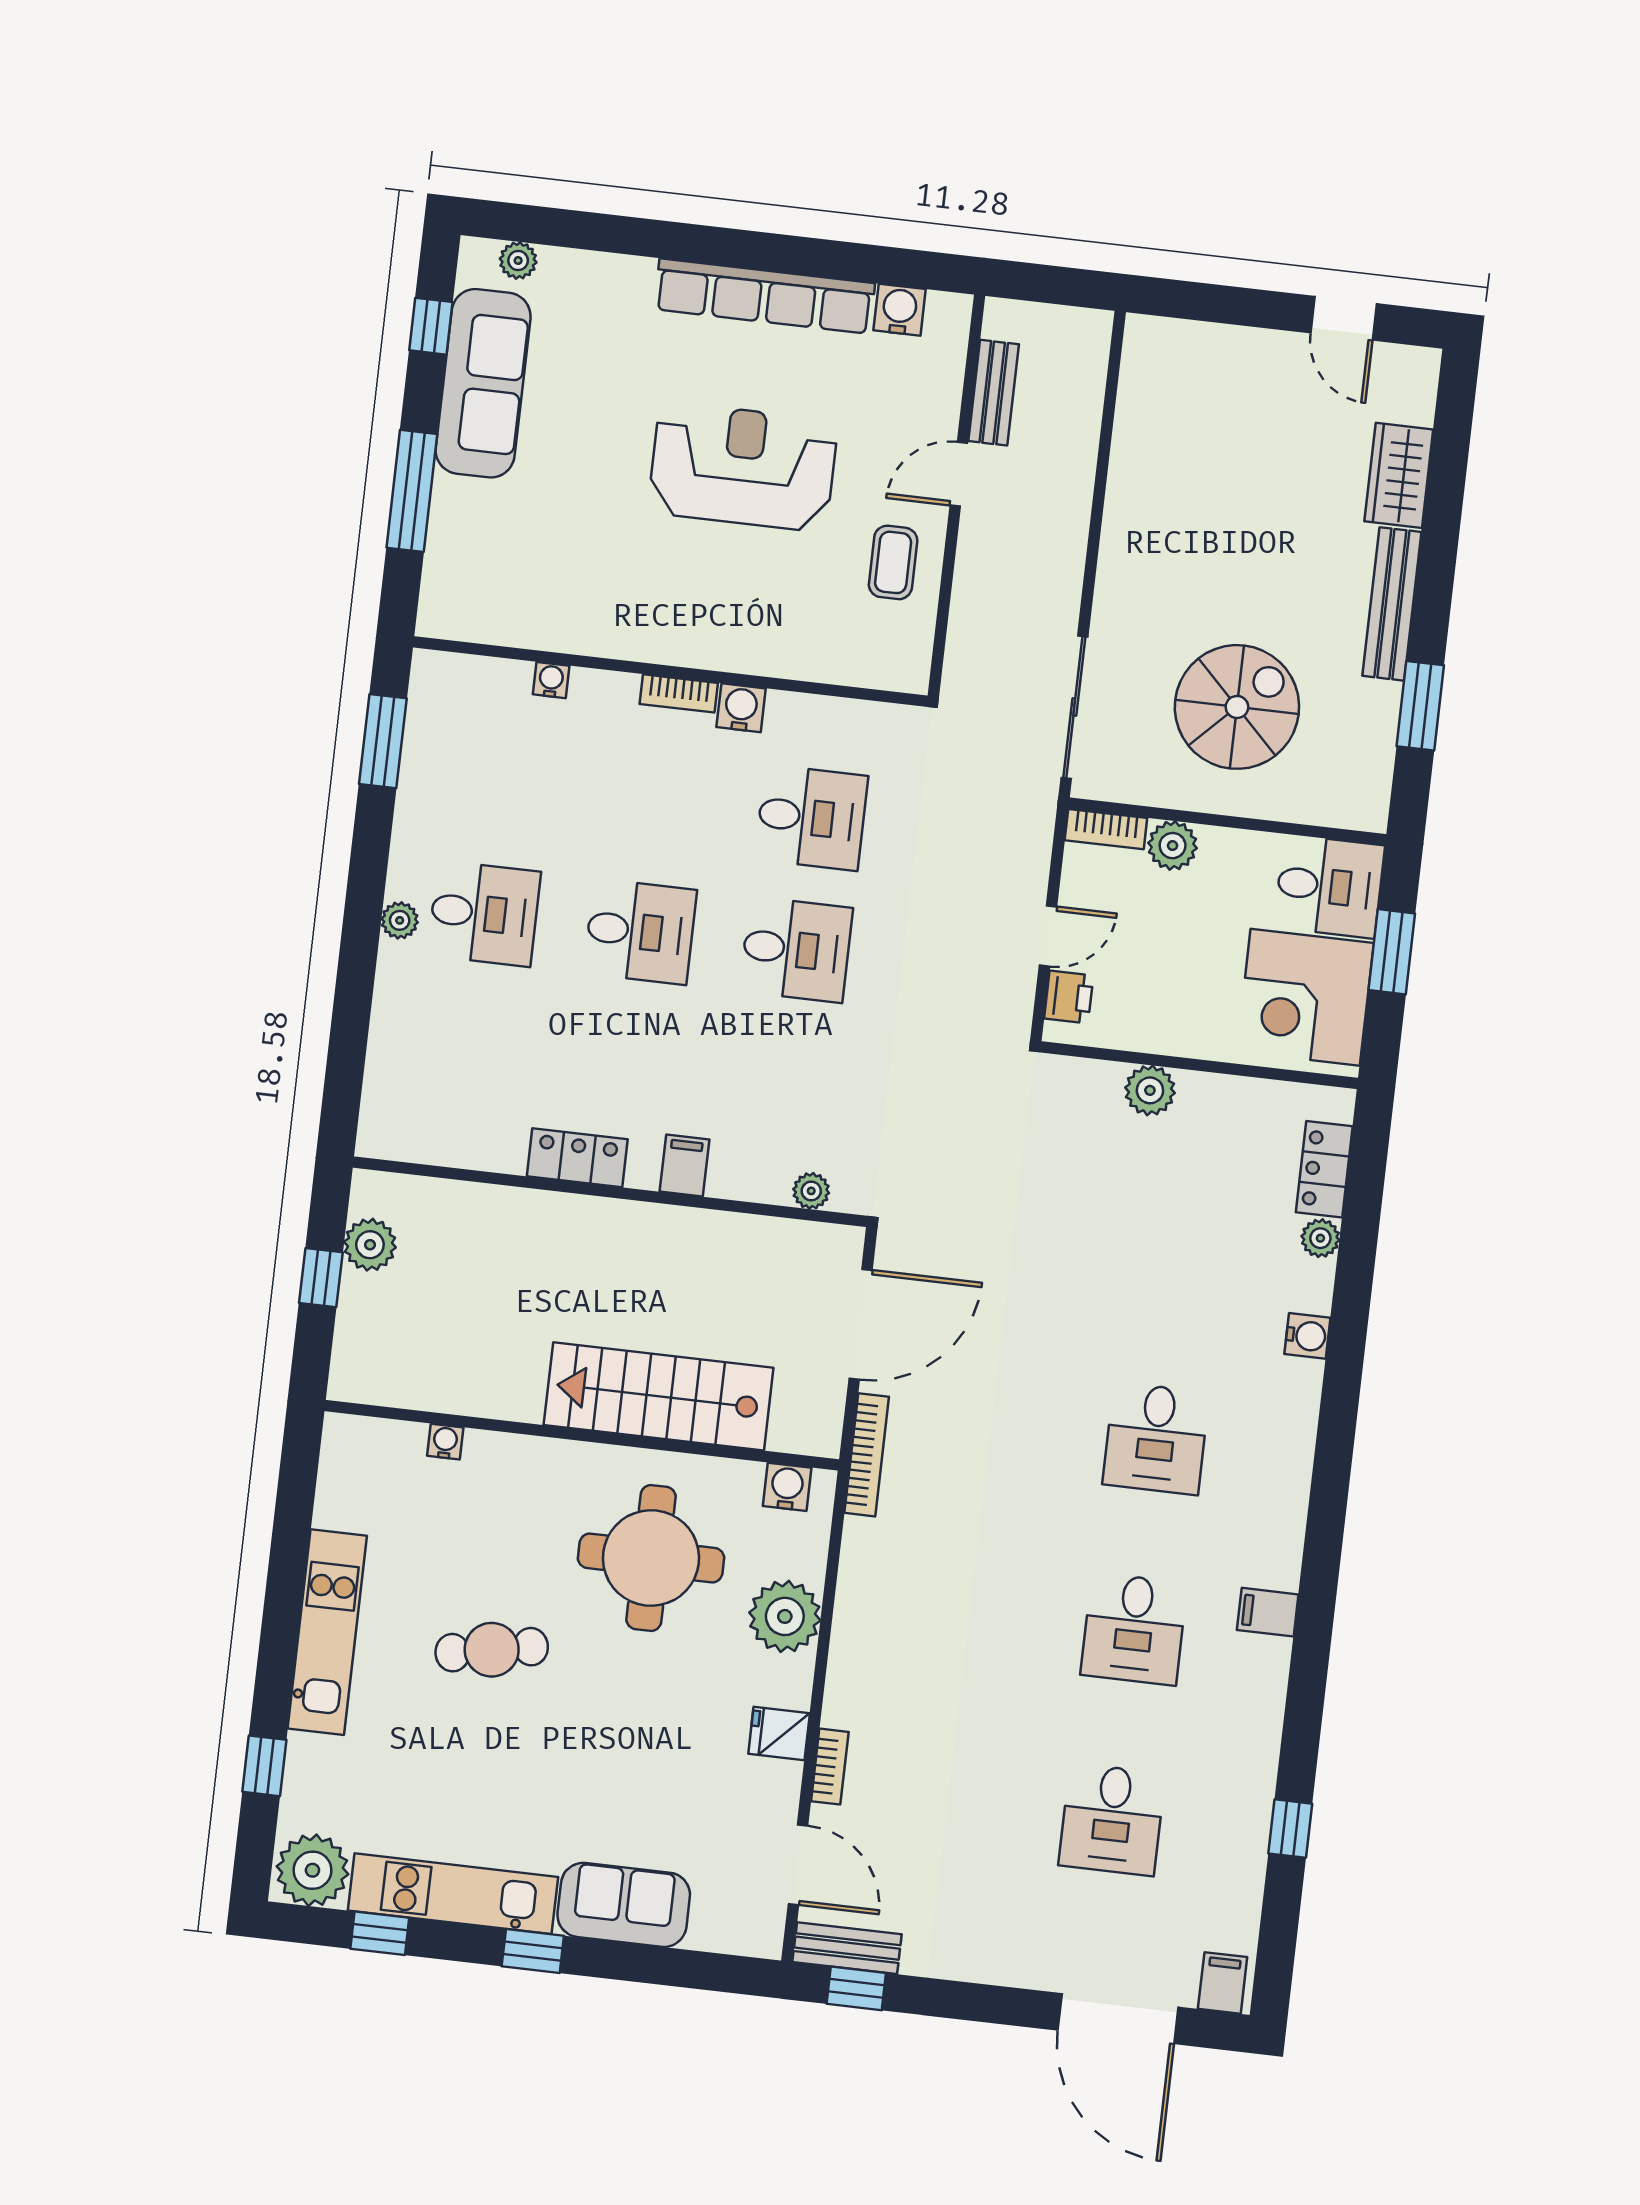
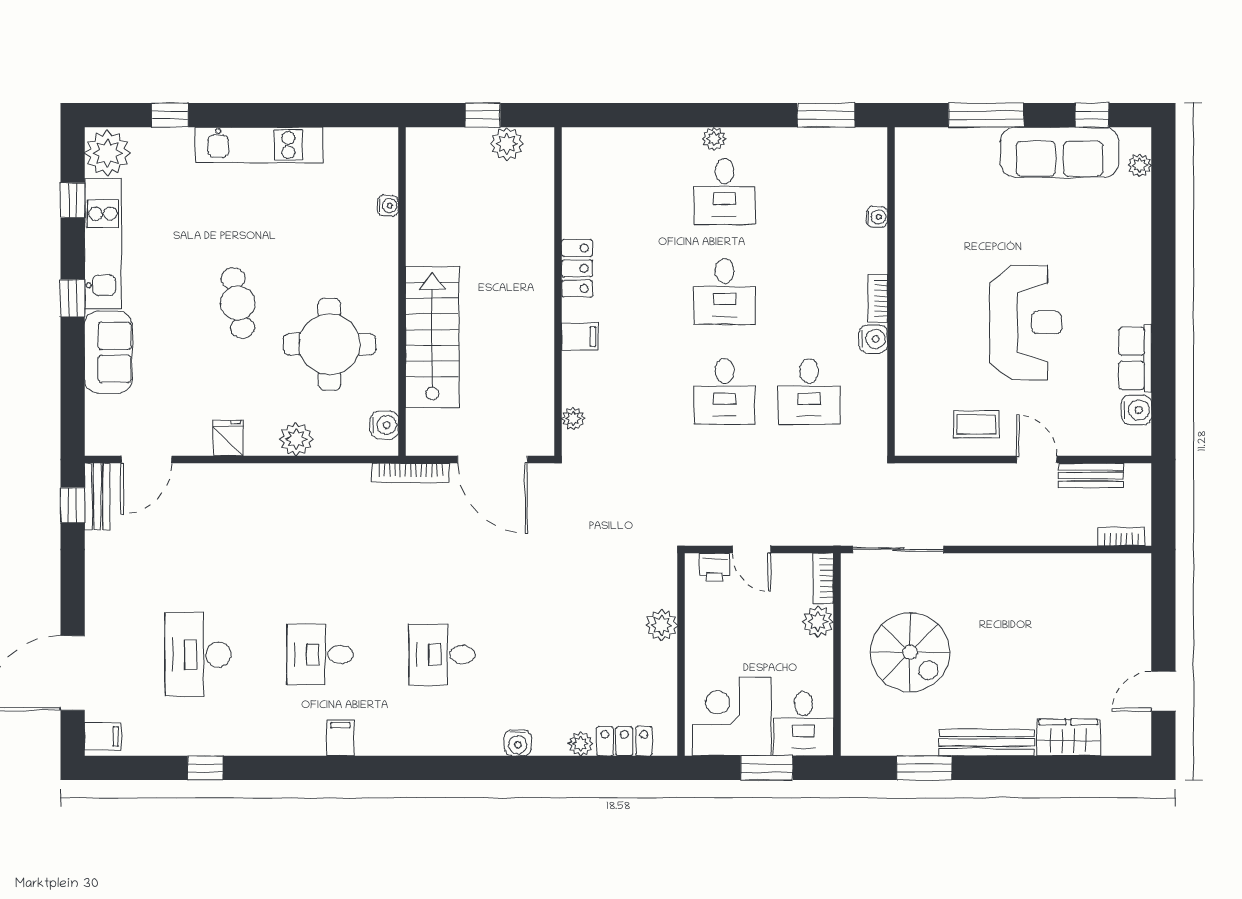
row of seats: (764, 296) -> (1135, 358), width x0.50
plant: (785, 1616) -> (296, 439), width x0.73, depth x0.73
cafe table: (492, 1650) -> (238, 303), moved
bookcase: (830, 1767) -> (1121, 537), moved, turned 180
desk: (1112, 1819) -> (198, 655), width x1.37

